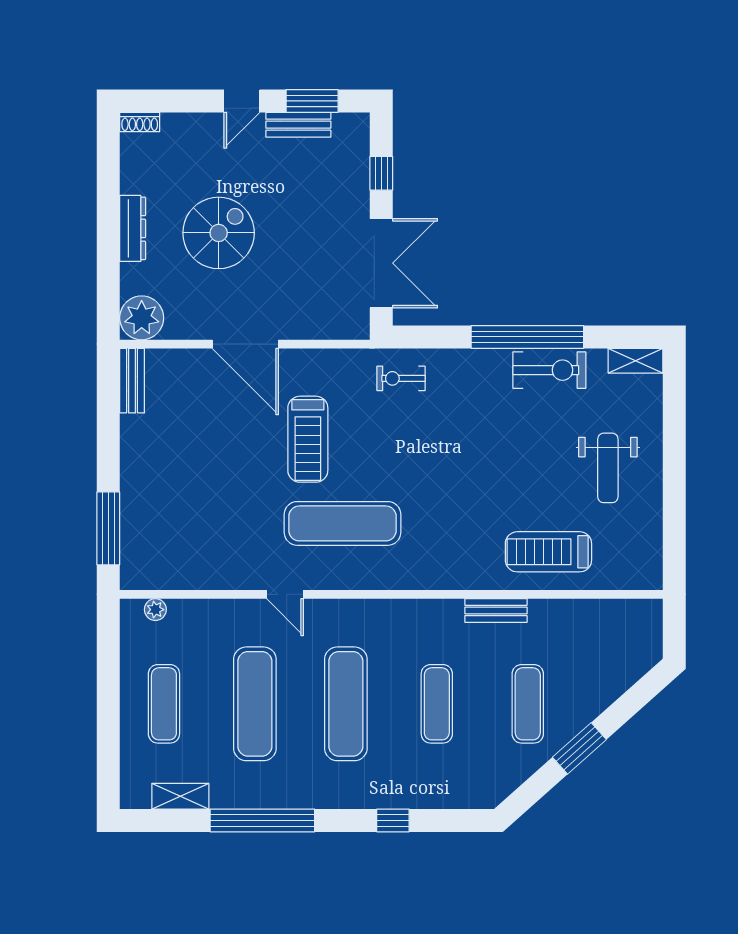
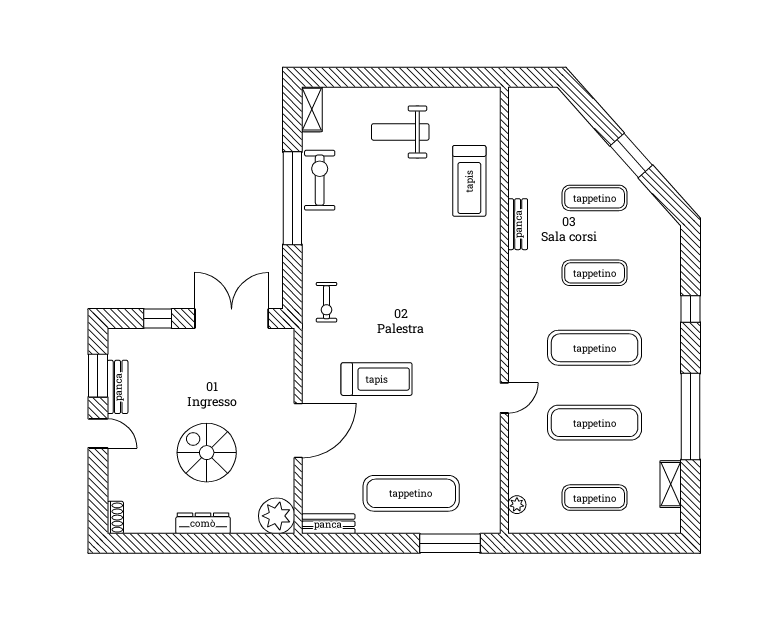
weight bench: (608, 468) -> (400, 132), turned 180
exercise mat: (342, 523) -> (411, 493), moved, turned 90

